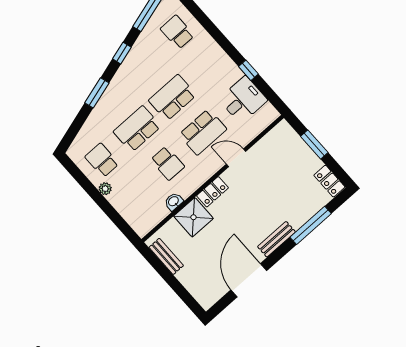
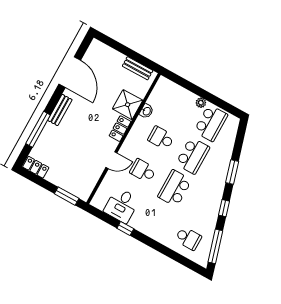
school desk: (172, 98) -> (175, 188), turned 180
school desk: (203, 132) -> (143, 171), width x0.54
window: (314, 144) -> (67, 196), moved
school desk: (102, 160) -> (211, 123), width x1.85

